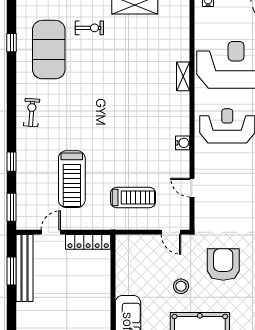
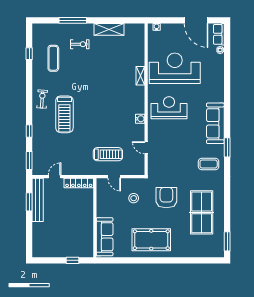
exercise mat: (49, 50) -> (53, 58), width x0.50, depth x0.69
treadmill: (72, 179) -> (64, 114), moved
door: (171, 232) -> (114, 177), moved
stool: (181, 286) -> (134, 198), moved

